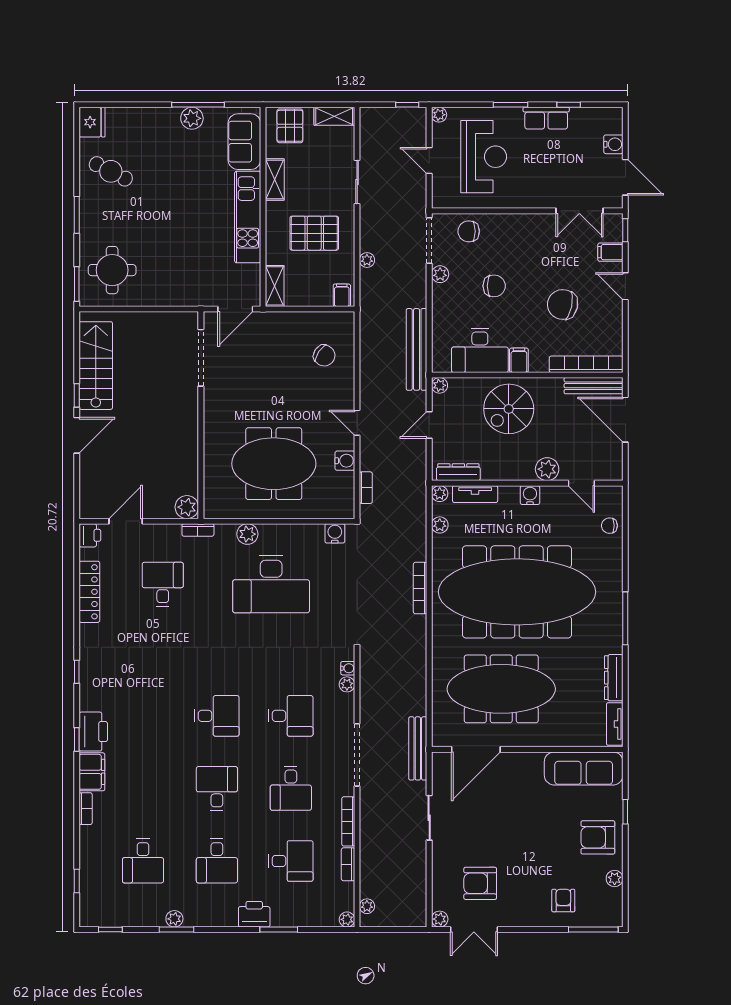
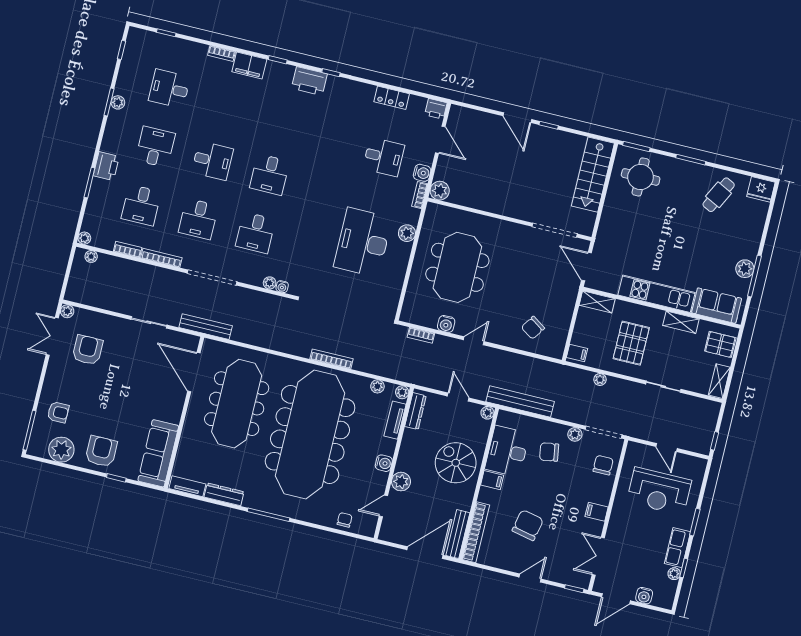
plant: (439, 115) -> (674, 574), moved
door: (429, 160) -> (667, 447), swing flipped
filing cabinet: (610, 252) -> (597, 512), moved, turned -90
chair: (494, 286) -> (549, 452), moved, turned 81
stairs: (96, 366) -> (593, 175), moved, turned 90
water cooler: (335, 533) -> (422, 173), moved
locker: (89, 592) -> (392, 98), width x0.66
printer: (93, 732) -> (309, 81), moved
desk: (291, 788) -> (198, 219), turned -90
desk: (217, 861) -> (155, 147), turned 90
plant: (615, 879) -> (61, 450), width x1.88, depth x1.88

